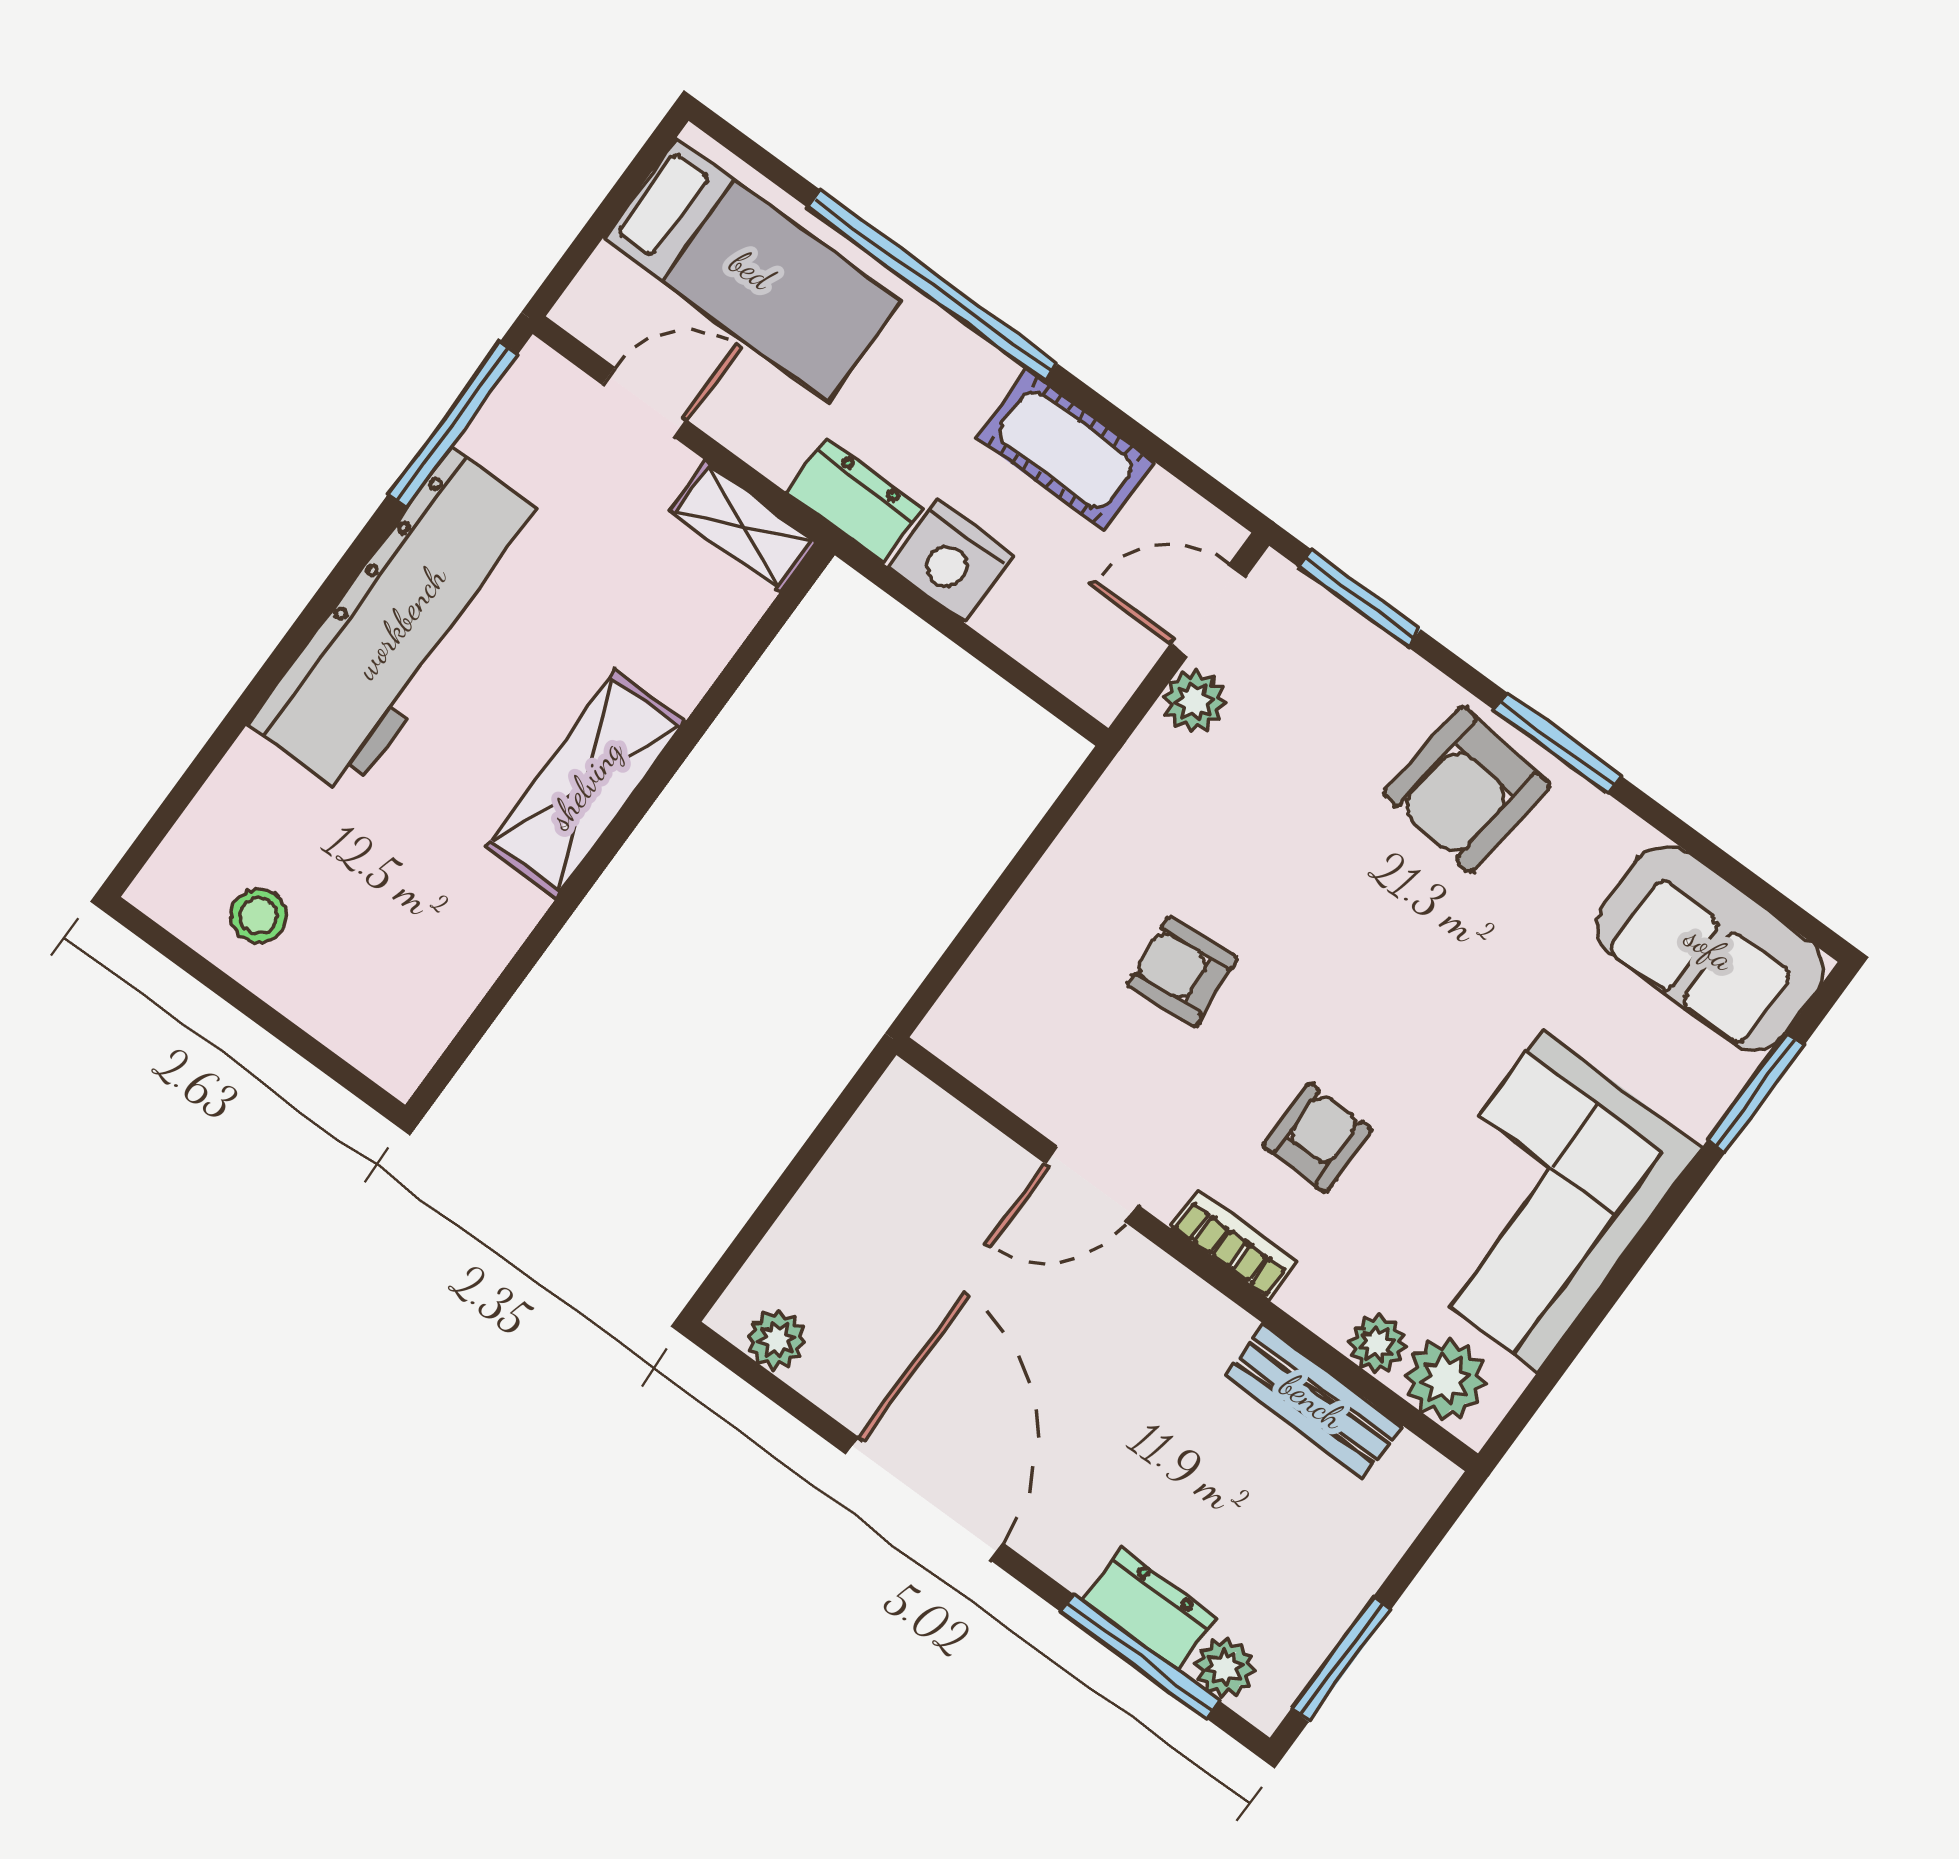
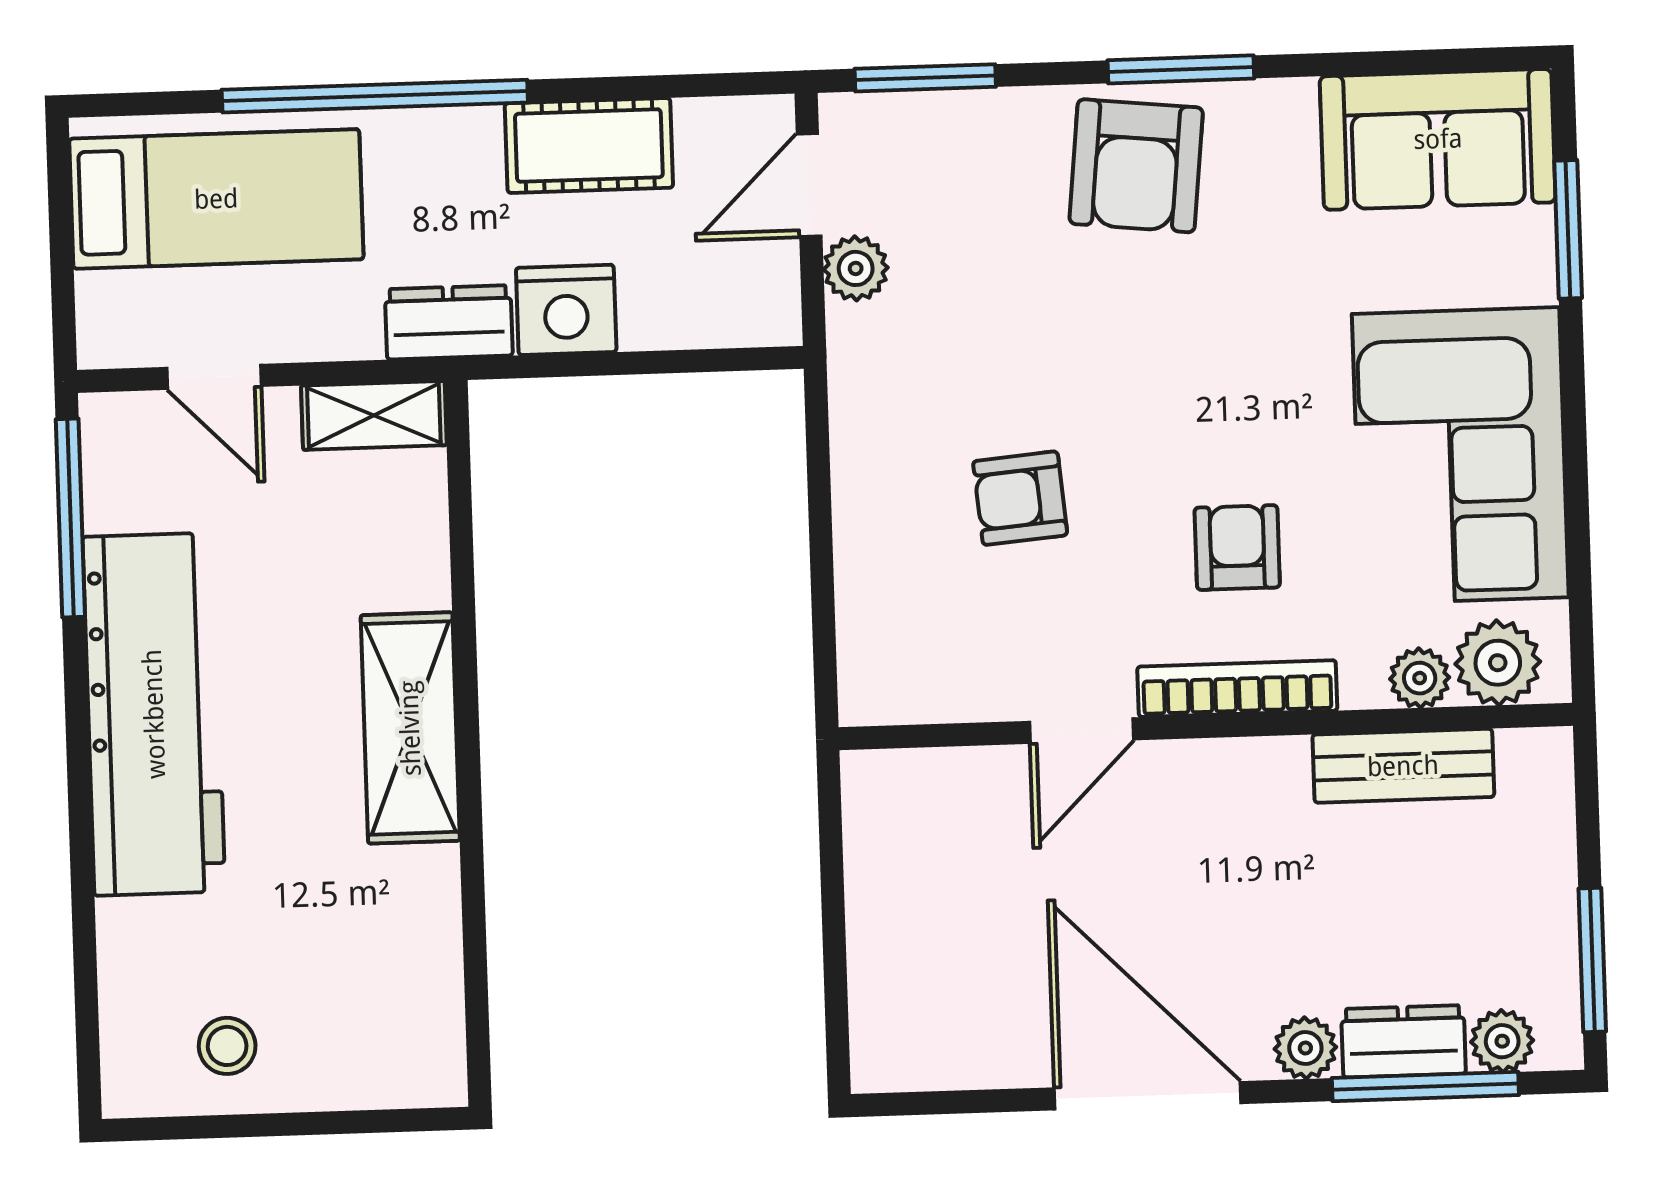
door: (645, 403) -> (214, 377), swing flipped
bookcase: (1233, 1244) -> (1237, 689), width x1.56
plant: (776, 1340) -> (1305, 1048), moved

